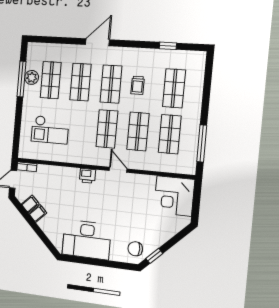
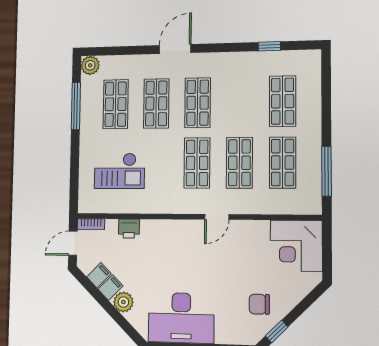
plant: (32, 77) -> (90, 65), moved
trolley: (138, 85) -> (234, 101), removed
door: (118, 170) -> (217, 217), swing flipped
printer: (87, 176) -> (129, 229), moved
plant: (46, 225) -> (123, 302), added
chair: (135, 249) -> (259, 304), moved

